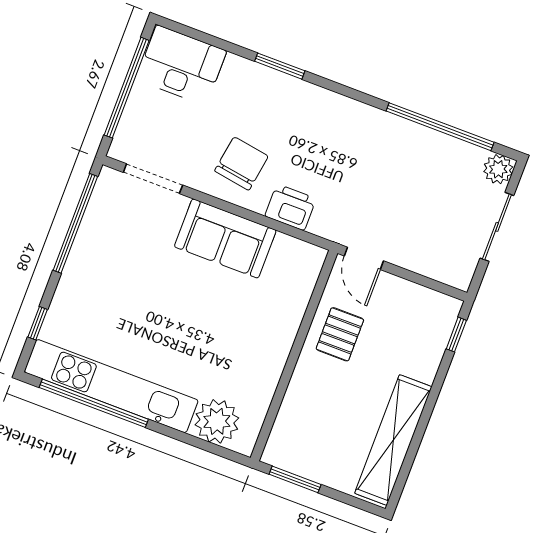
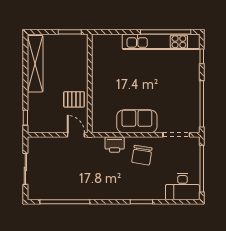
plant: (498, 169) -> (34, 193), removed
pallet: (340, 334) -> (74, 99), turned 90
plant: (217, 421) -> (112, 44), removed

